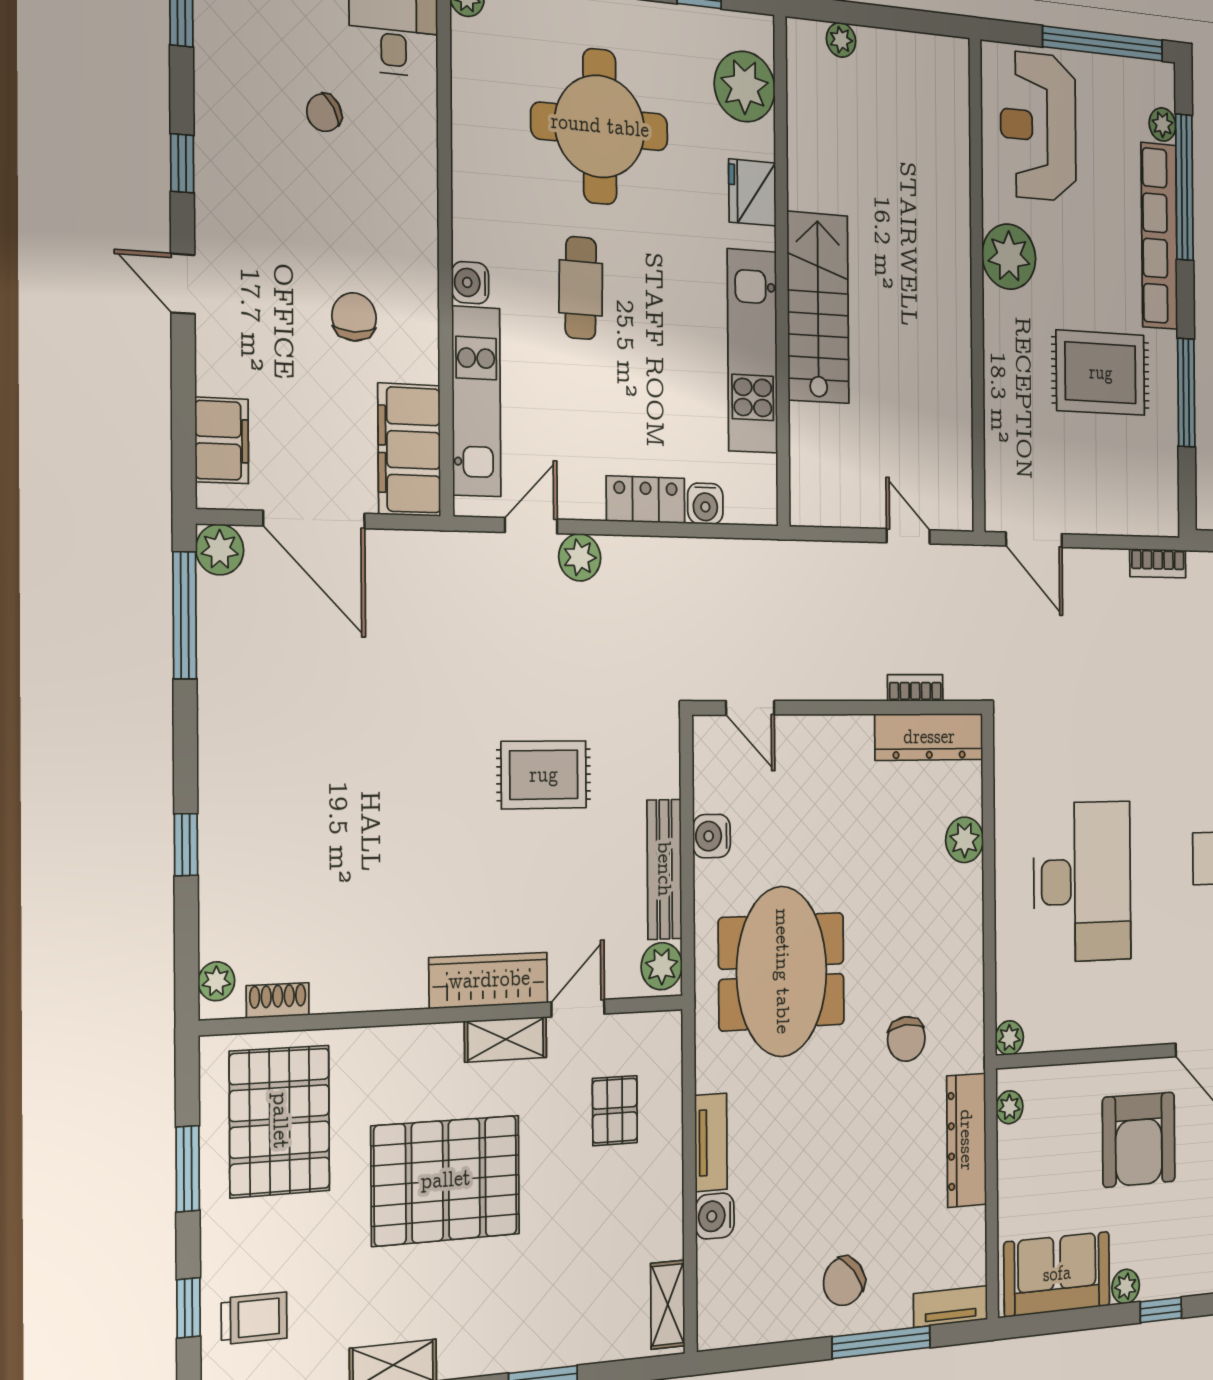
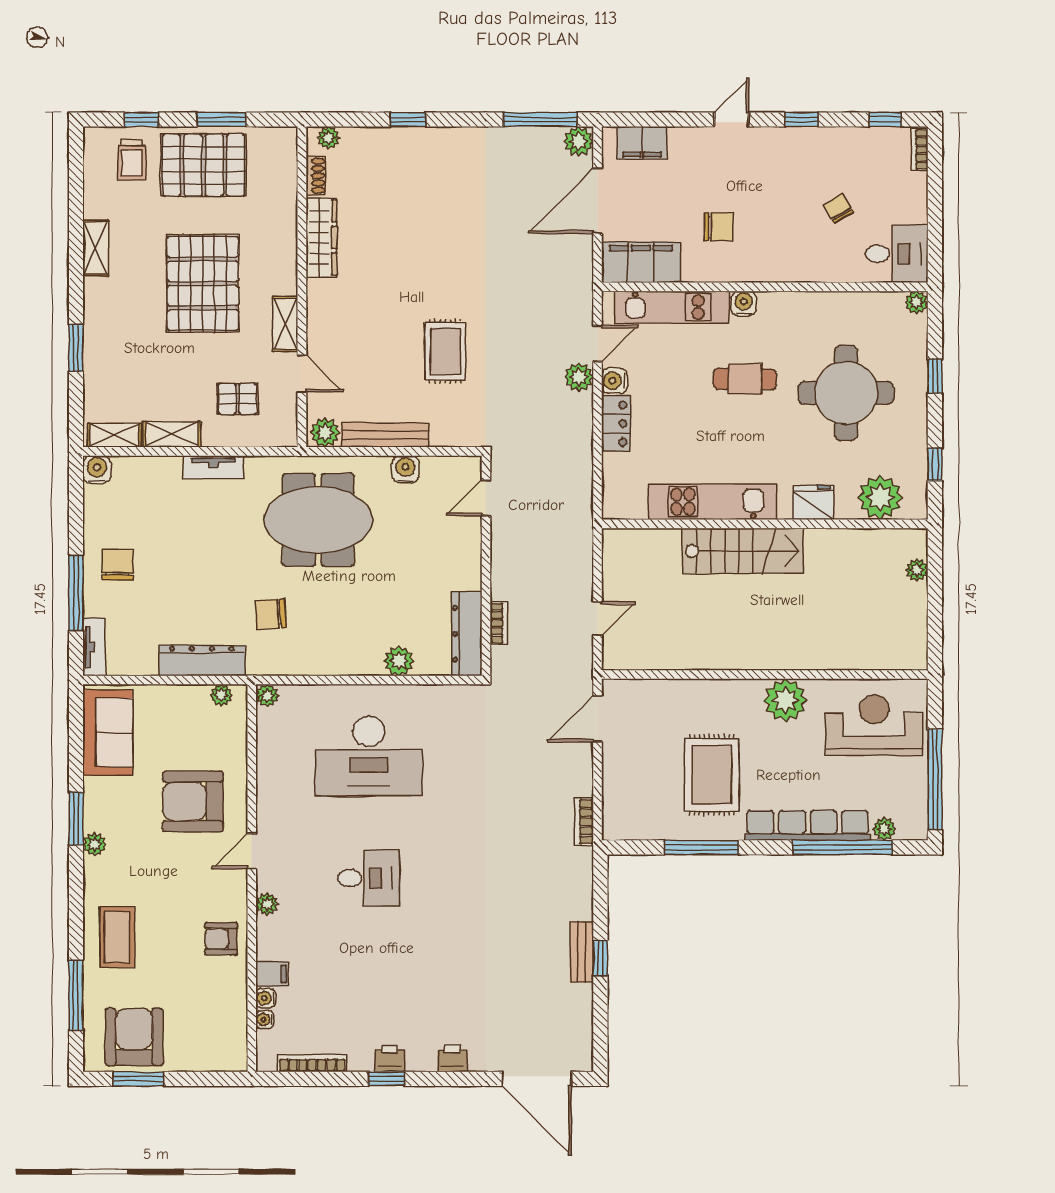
water cooler: (705, 504) -> (614, 381), moved
door: (531, 526) -> (598, 344), hinge flipped
wardrobe: (489, 980) -> (321, 237), moved
pallet: (280, 1121) -> (204, 165), moved
shelving: (666, 1212) -> (172, 434), added
water cooler: (715, 1216) -> (97, 469), moved
chair: (844, 1281) -> (118, 565), turned 39
plant: (1126, 1287) -> (95, 844), moved
window: (1161, 1310) -> (76, 819), width x1.50

